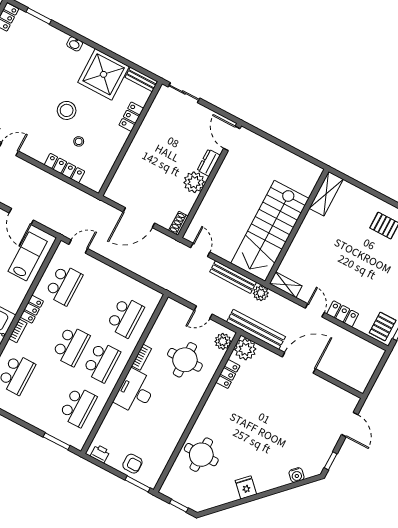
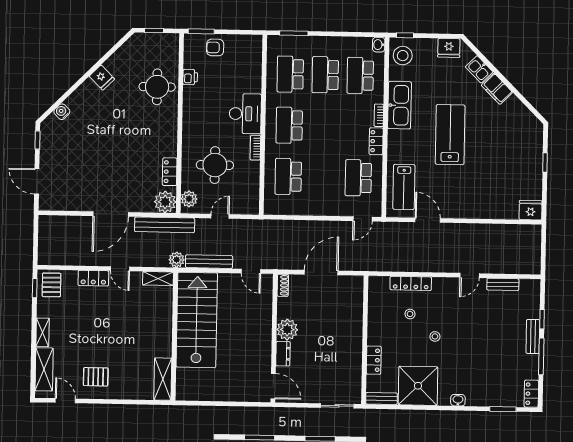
stool: (67, 110) -> (435, 336), width x0.53, depth x0.53
school desk: (71, 346) -> (325, 75), moved
printer: (100, 454) -> (190, 77), moved, turned -90

